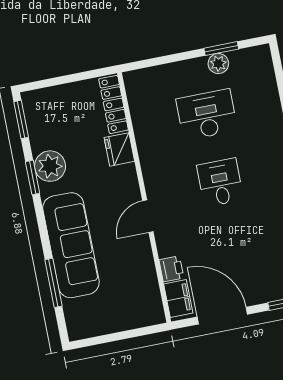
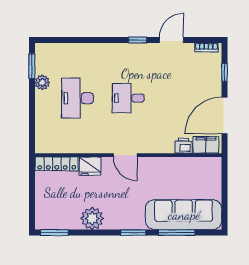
window: (221, 49) -> (32, 66), moved
window: (33, 177) -> (133, 233), moved
door: (148, 216) -> (125, 155), moved
sofa: (71, 245) -> (184, 215), moved

